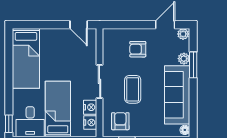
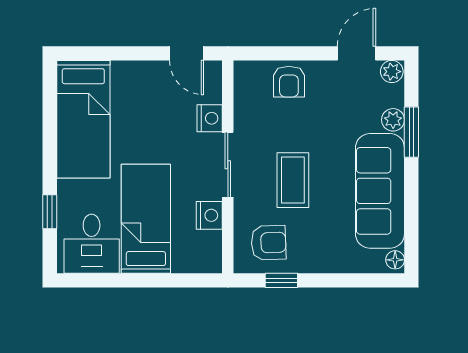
armchair: (138, 49) -> (289, 82), moved, turned -90
armchair: (120, 121) -> (269, 243), turned 88
nightstand: (90, 122) -> (210, 118), moved
window: (9, 124) -> (50, 212), moved

